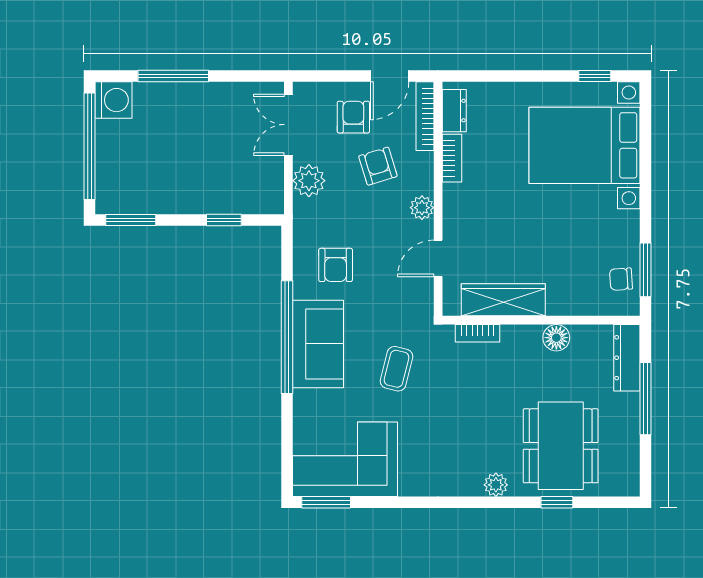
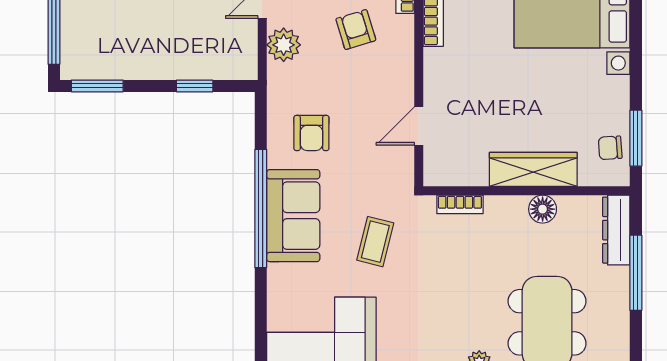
plant: (422, 208) -> (402, 73), removed
wardrobe: (503, 300) -> (533, 169), moved

